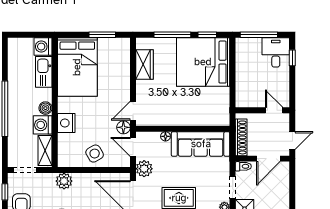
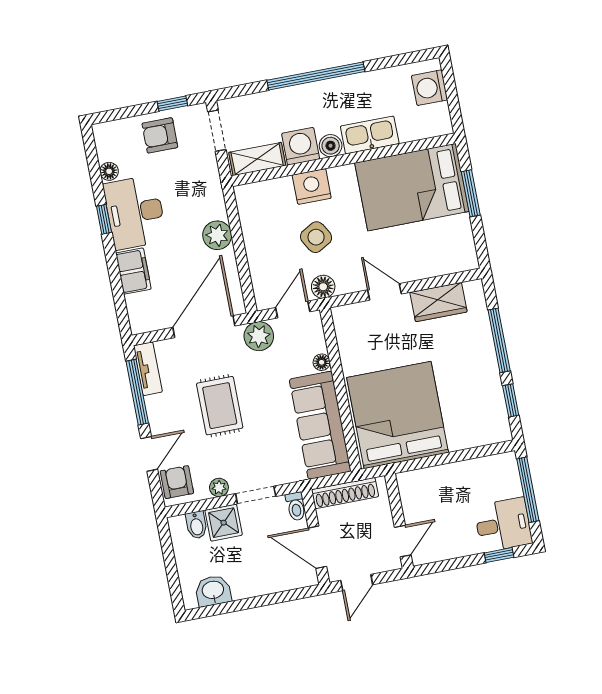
window: (102, 35) -> (471, 193), moved
washing machine: (43, 47) -> (430, 88), moved, turned -90
bed: (203, 62) -> (398, 415), moved
kitchen sink: (44, 72) -> (370, 135), moved
door: (133, 111) -> (385, 292), moved
door: (292, 140) -> (357, 582), hinge flipped
side table: (95, 154) -> (316, 237), moved
plant: (64, 181) -> (217, 235), moved

